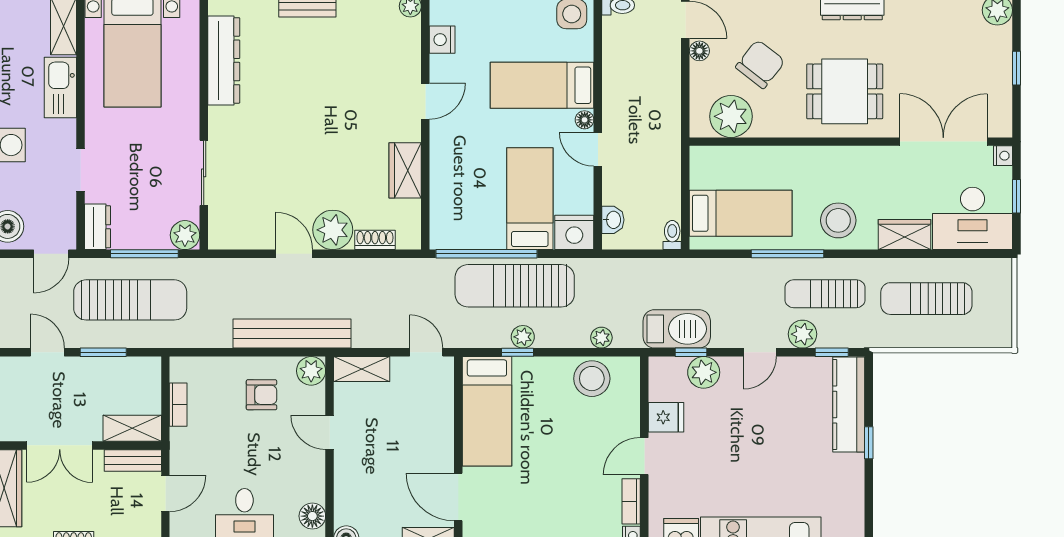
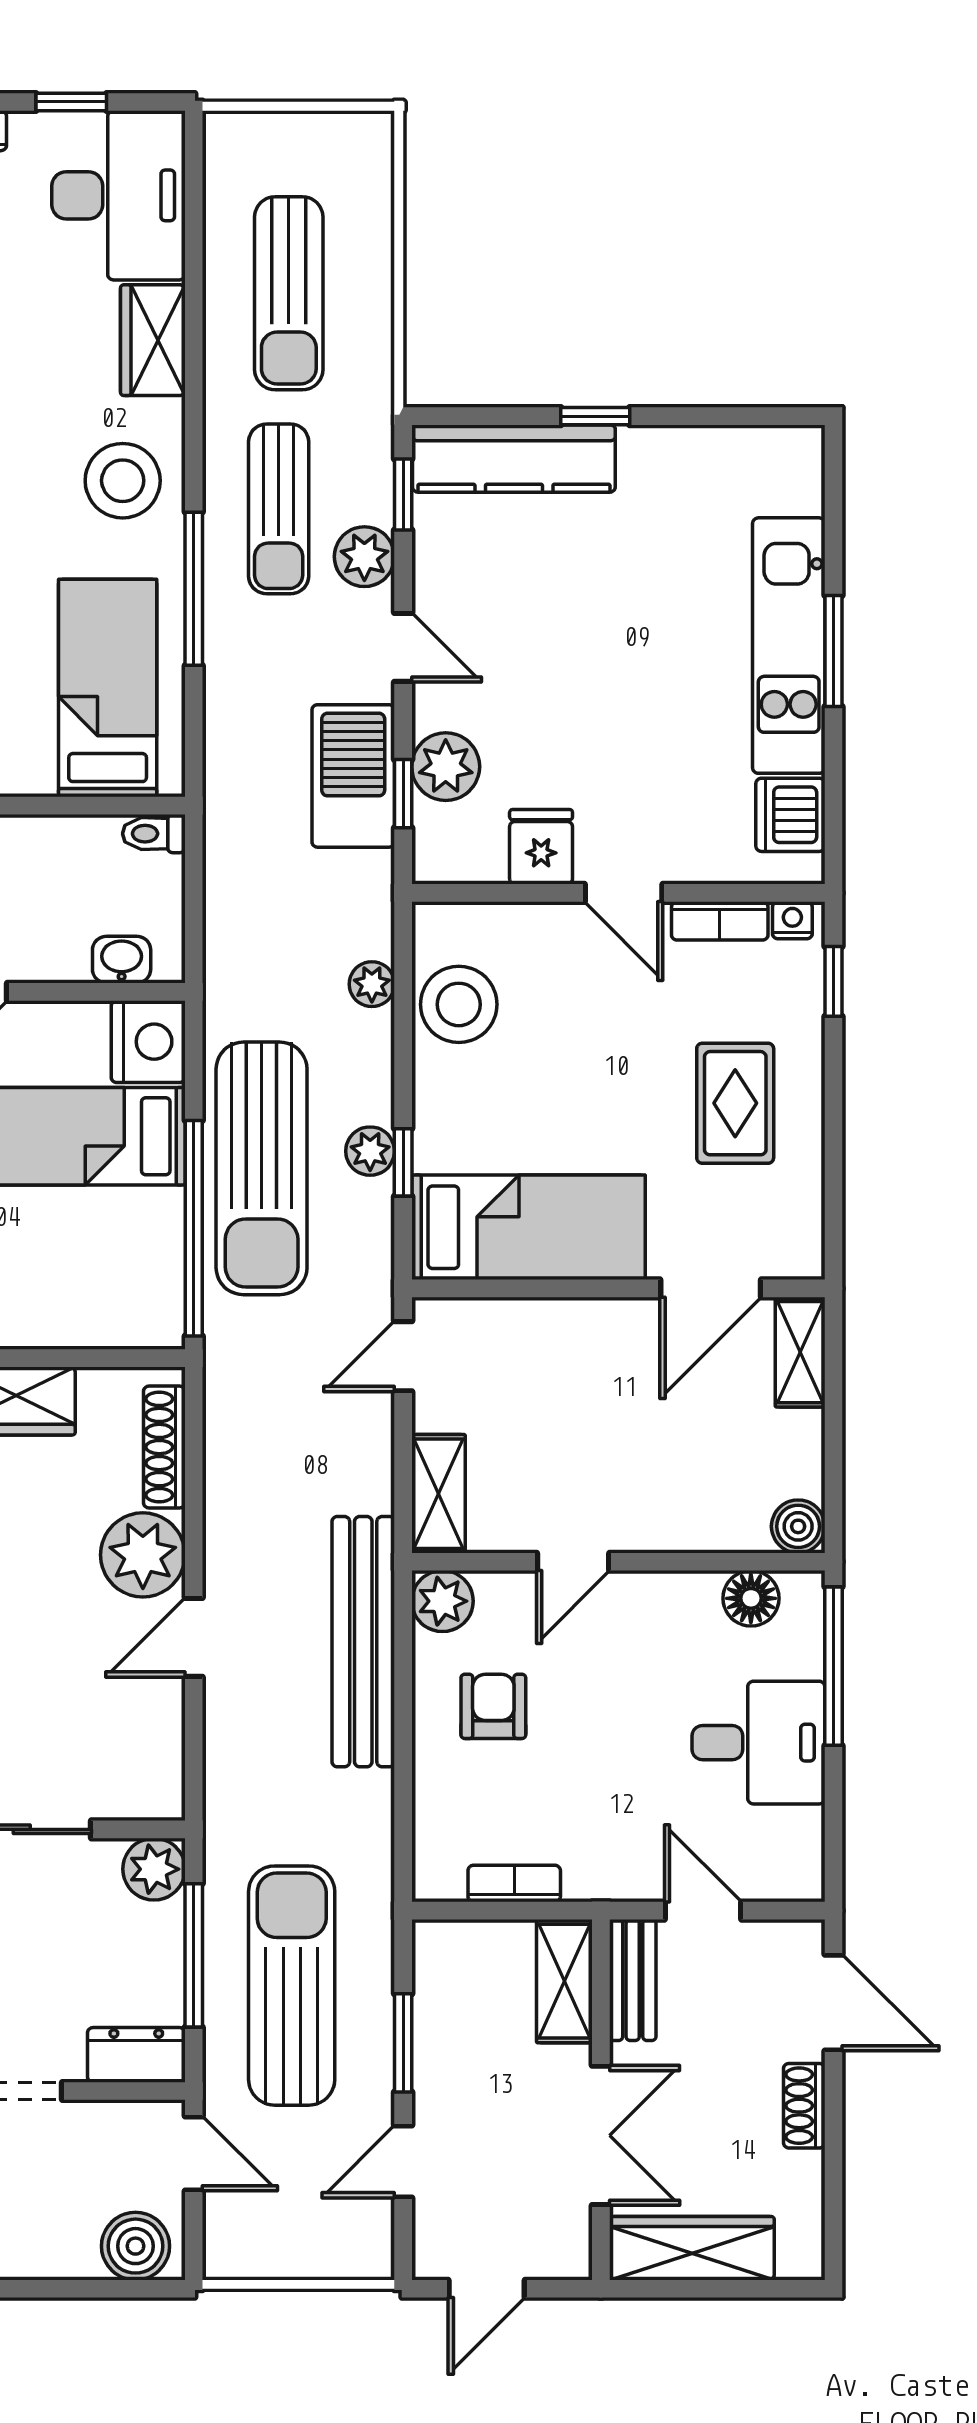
shoe rack: (375, 240) -> (164, 1447), width x1.43
barbecue: (677, 329) -> (353, 776), moved
rug: (545, 509) -> (735, 1103), added

